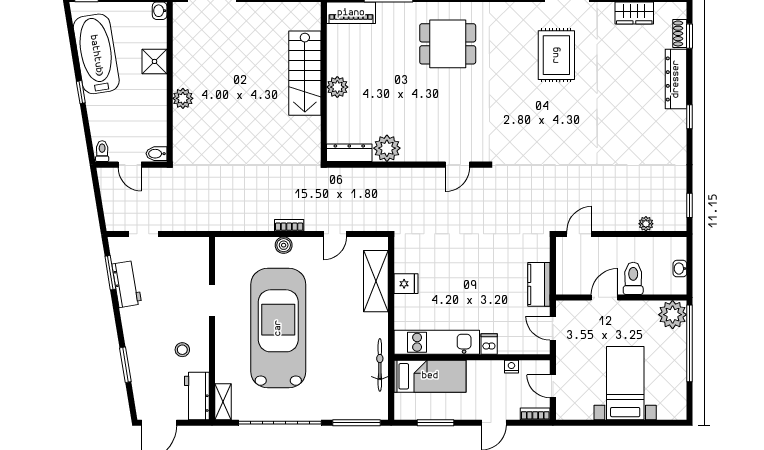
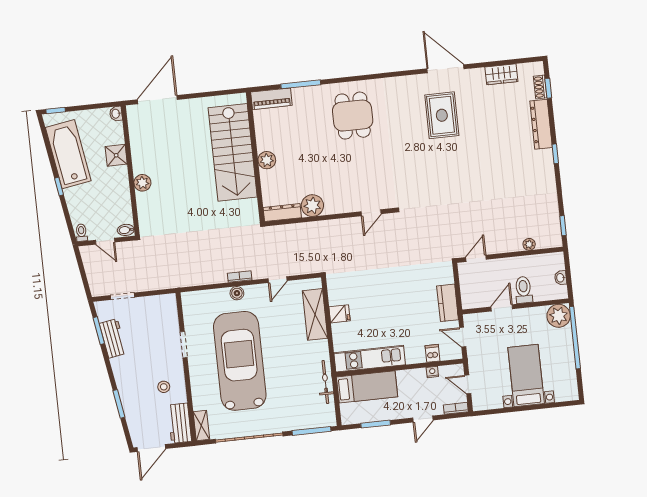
dining table: (448, 44) -> (353, 116), turned 90
stairs: (305, 73) -> (233, 152), width x1.36, depth x1.51
dishwasher: (489, 344) -> (433, 353), moved

